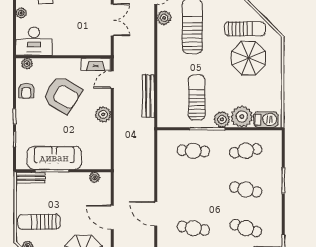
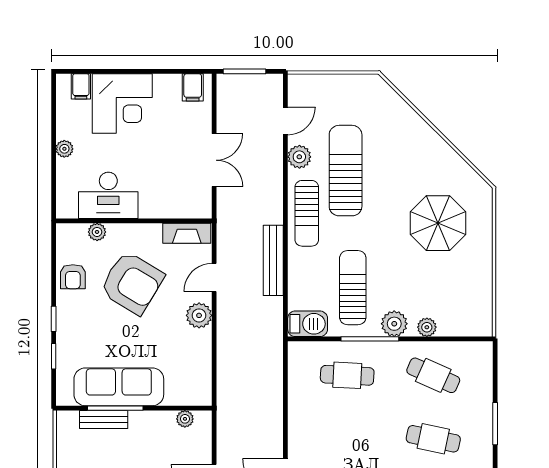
sun lounger: (245, 29) -> (307, 213), moved, turned 90
desk: (34, 41) -> (108, 195), moved
plant: (27, 64) -> (97, 232), moved
door: (112, 80) -> (214, 278), moved
bench: (148, 96) -> (273, 260), moved
plant: (242, 117) -> (427, 327), width x0.53, depth x0.53
barbecue: (266, 119) -> (308, 324), moved
cafe table: (246, 151) -> (433, 375), turned 33
bench: (30, 178) -> (104, 419), moved

